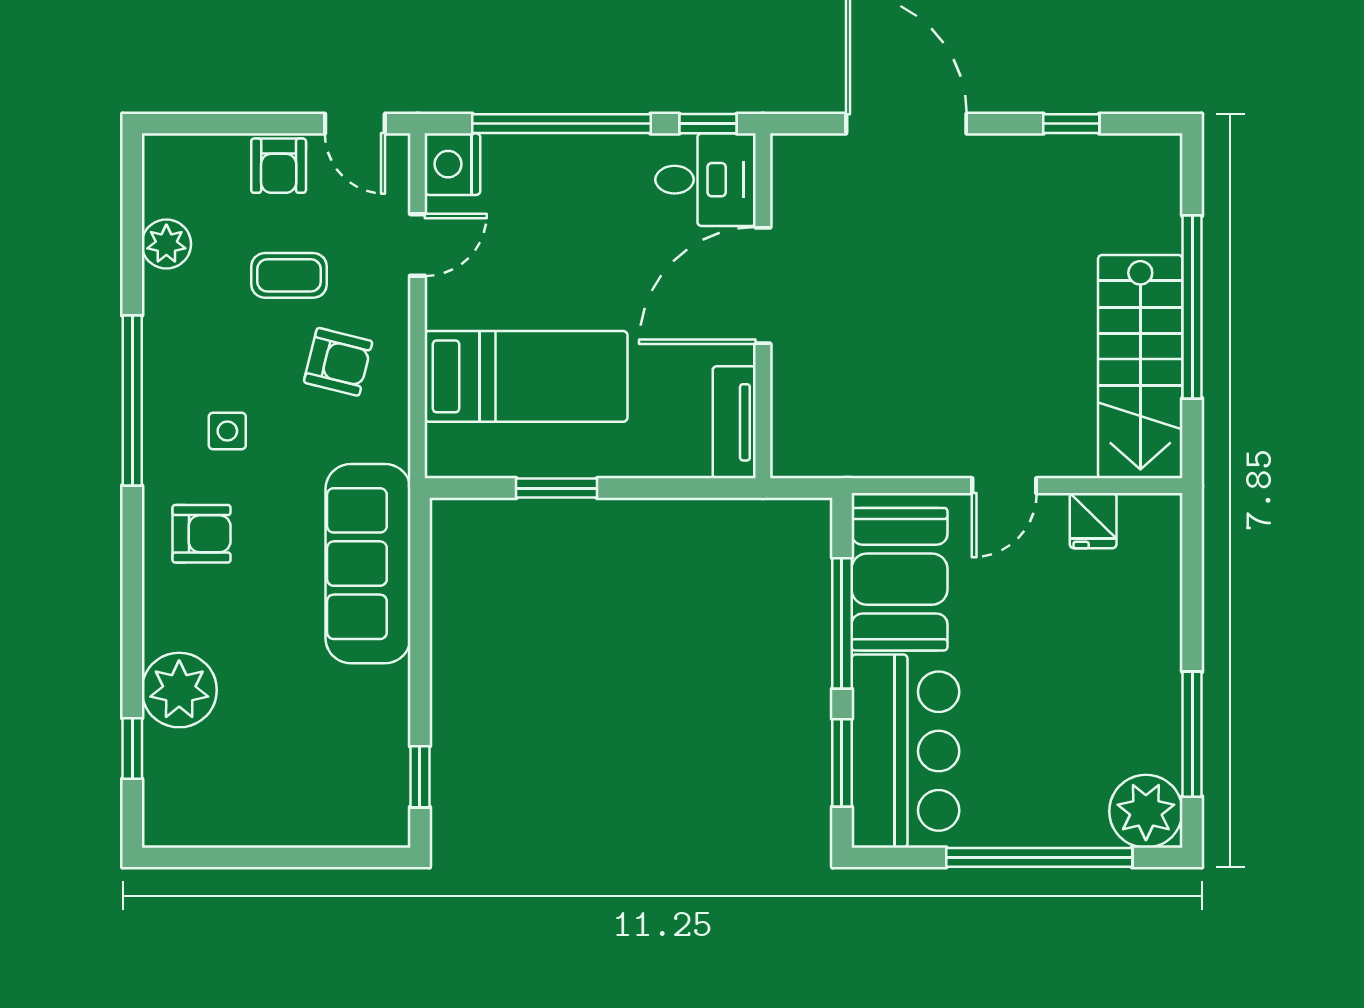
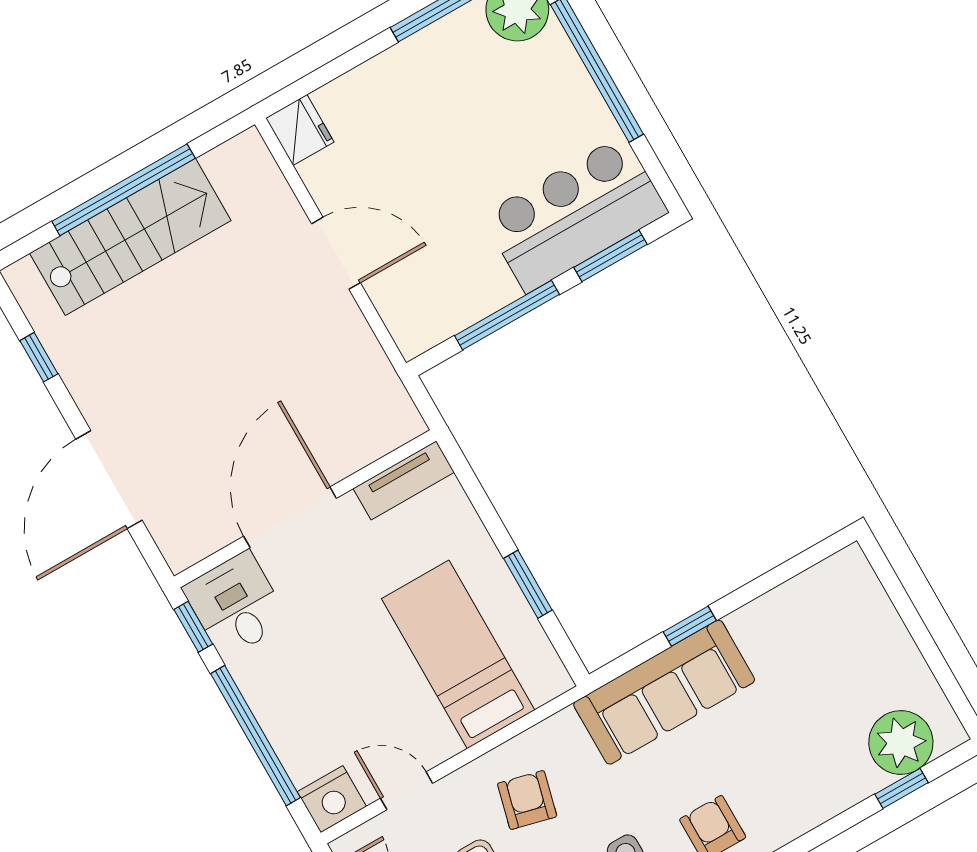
door: (763, 286) -> (290, 517), swing flipped
stairs: (1140, 367) -> (130, 237), moved
door: (1004, 486) -> (336, 253), width x1.38
fridge: (1093, 521) -> (300, 130), moved, width x1.38
booth: (899, 579) -> (450, 291), removed
plant: (179, 690) -> (901, 742), moved
window: (420, 777) -> (690, 626), moved

